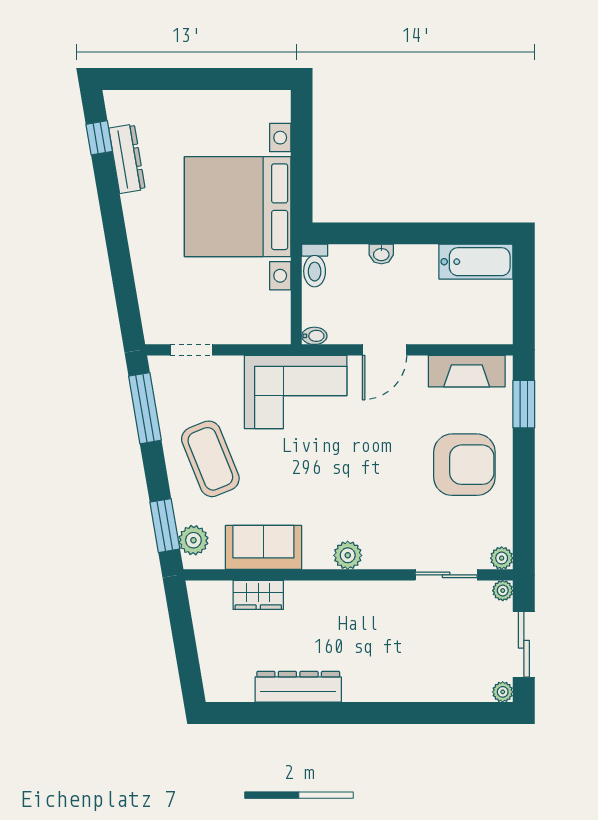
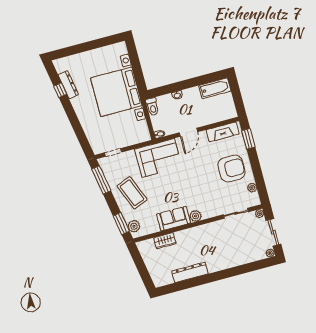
window: (99, 138) -> (60, 90), moved
sofa: (263, 547) -> (174, 219), moved
plant: (502, 558) -> (252, 188), moved

